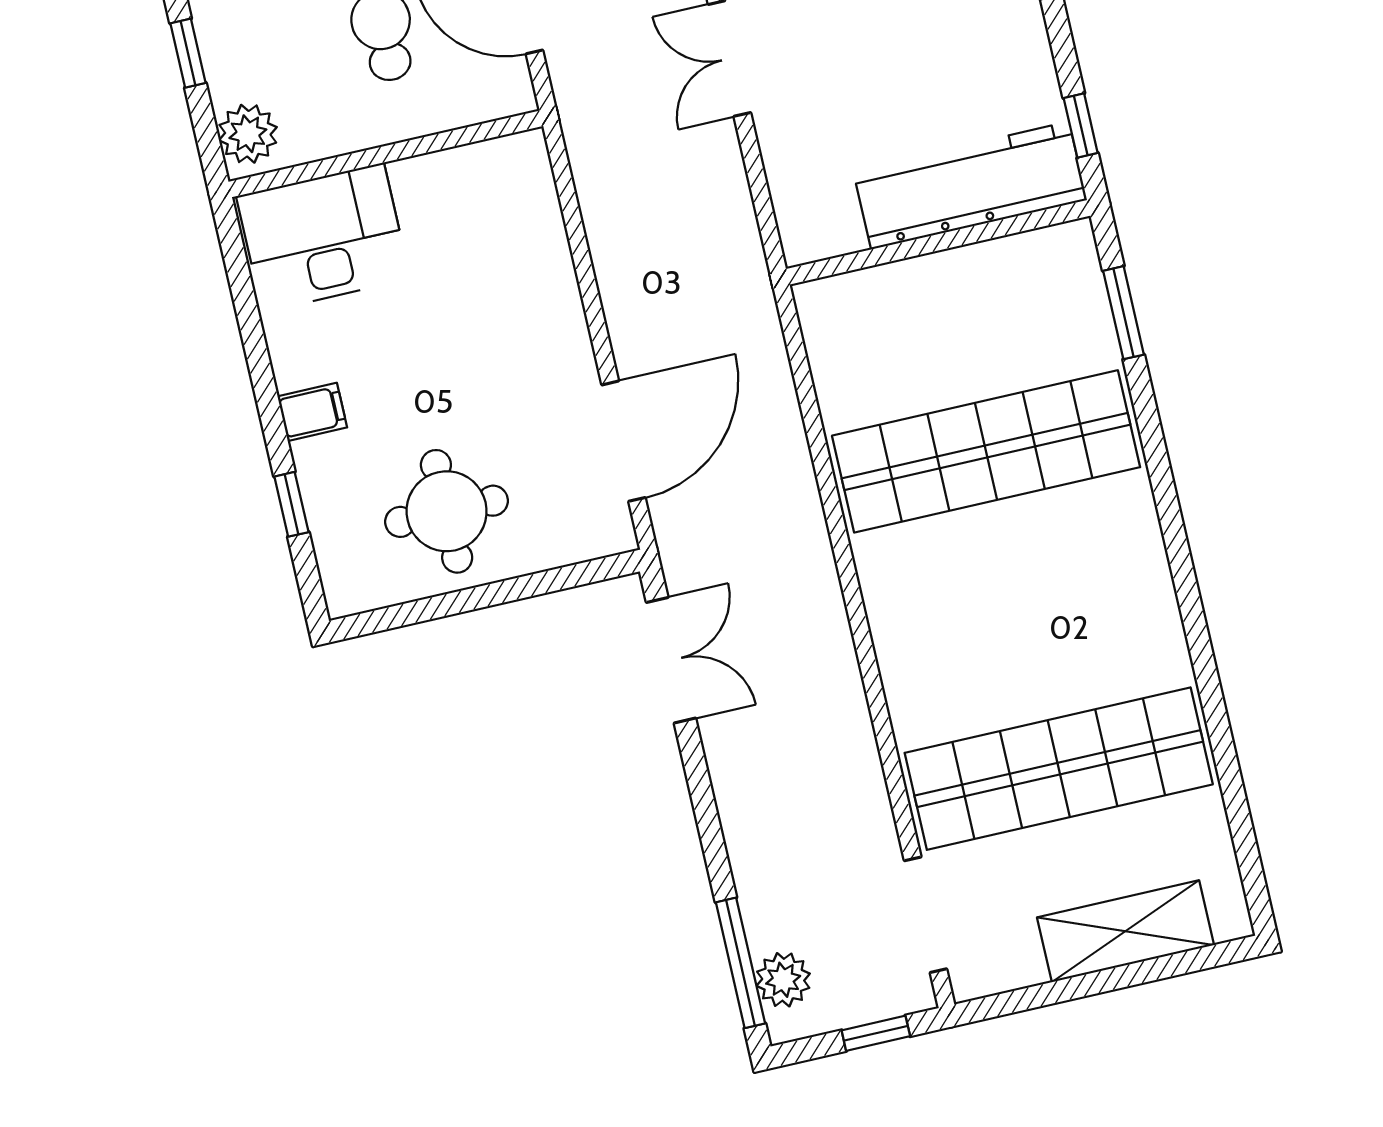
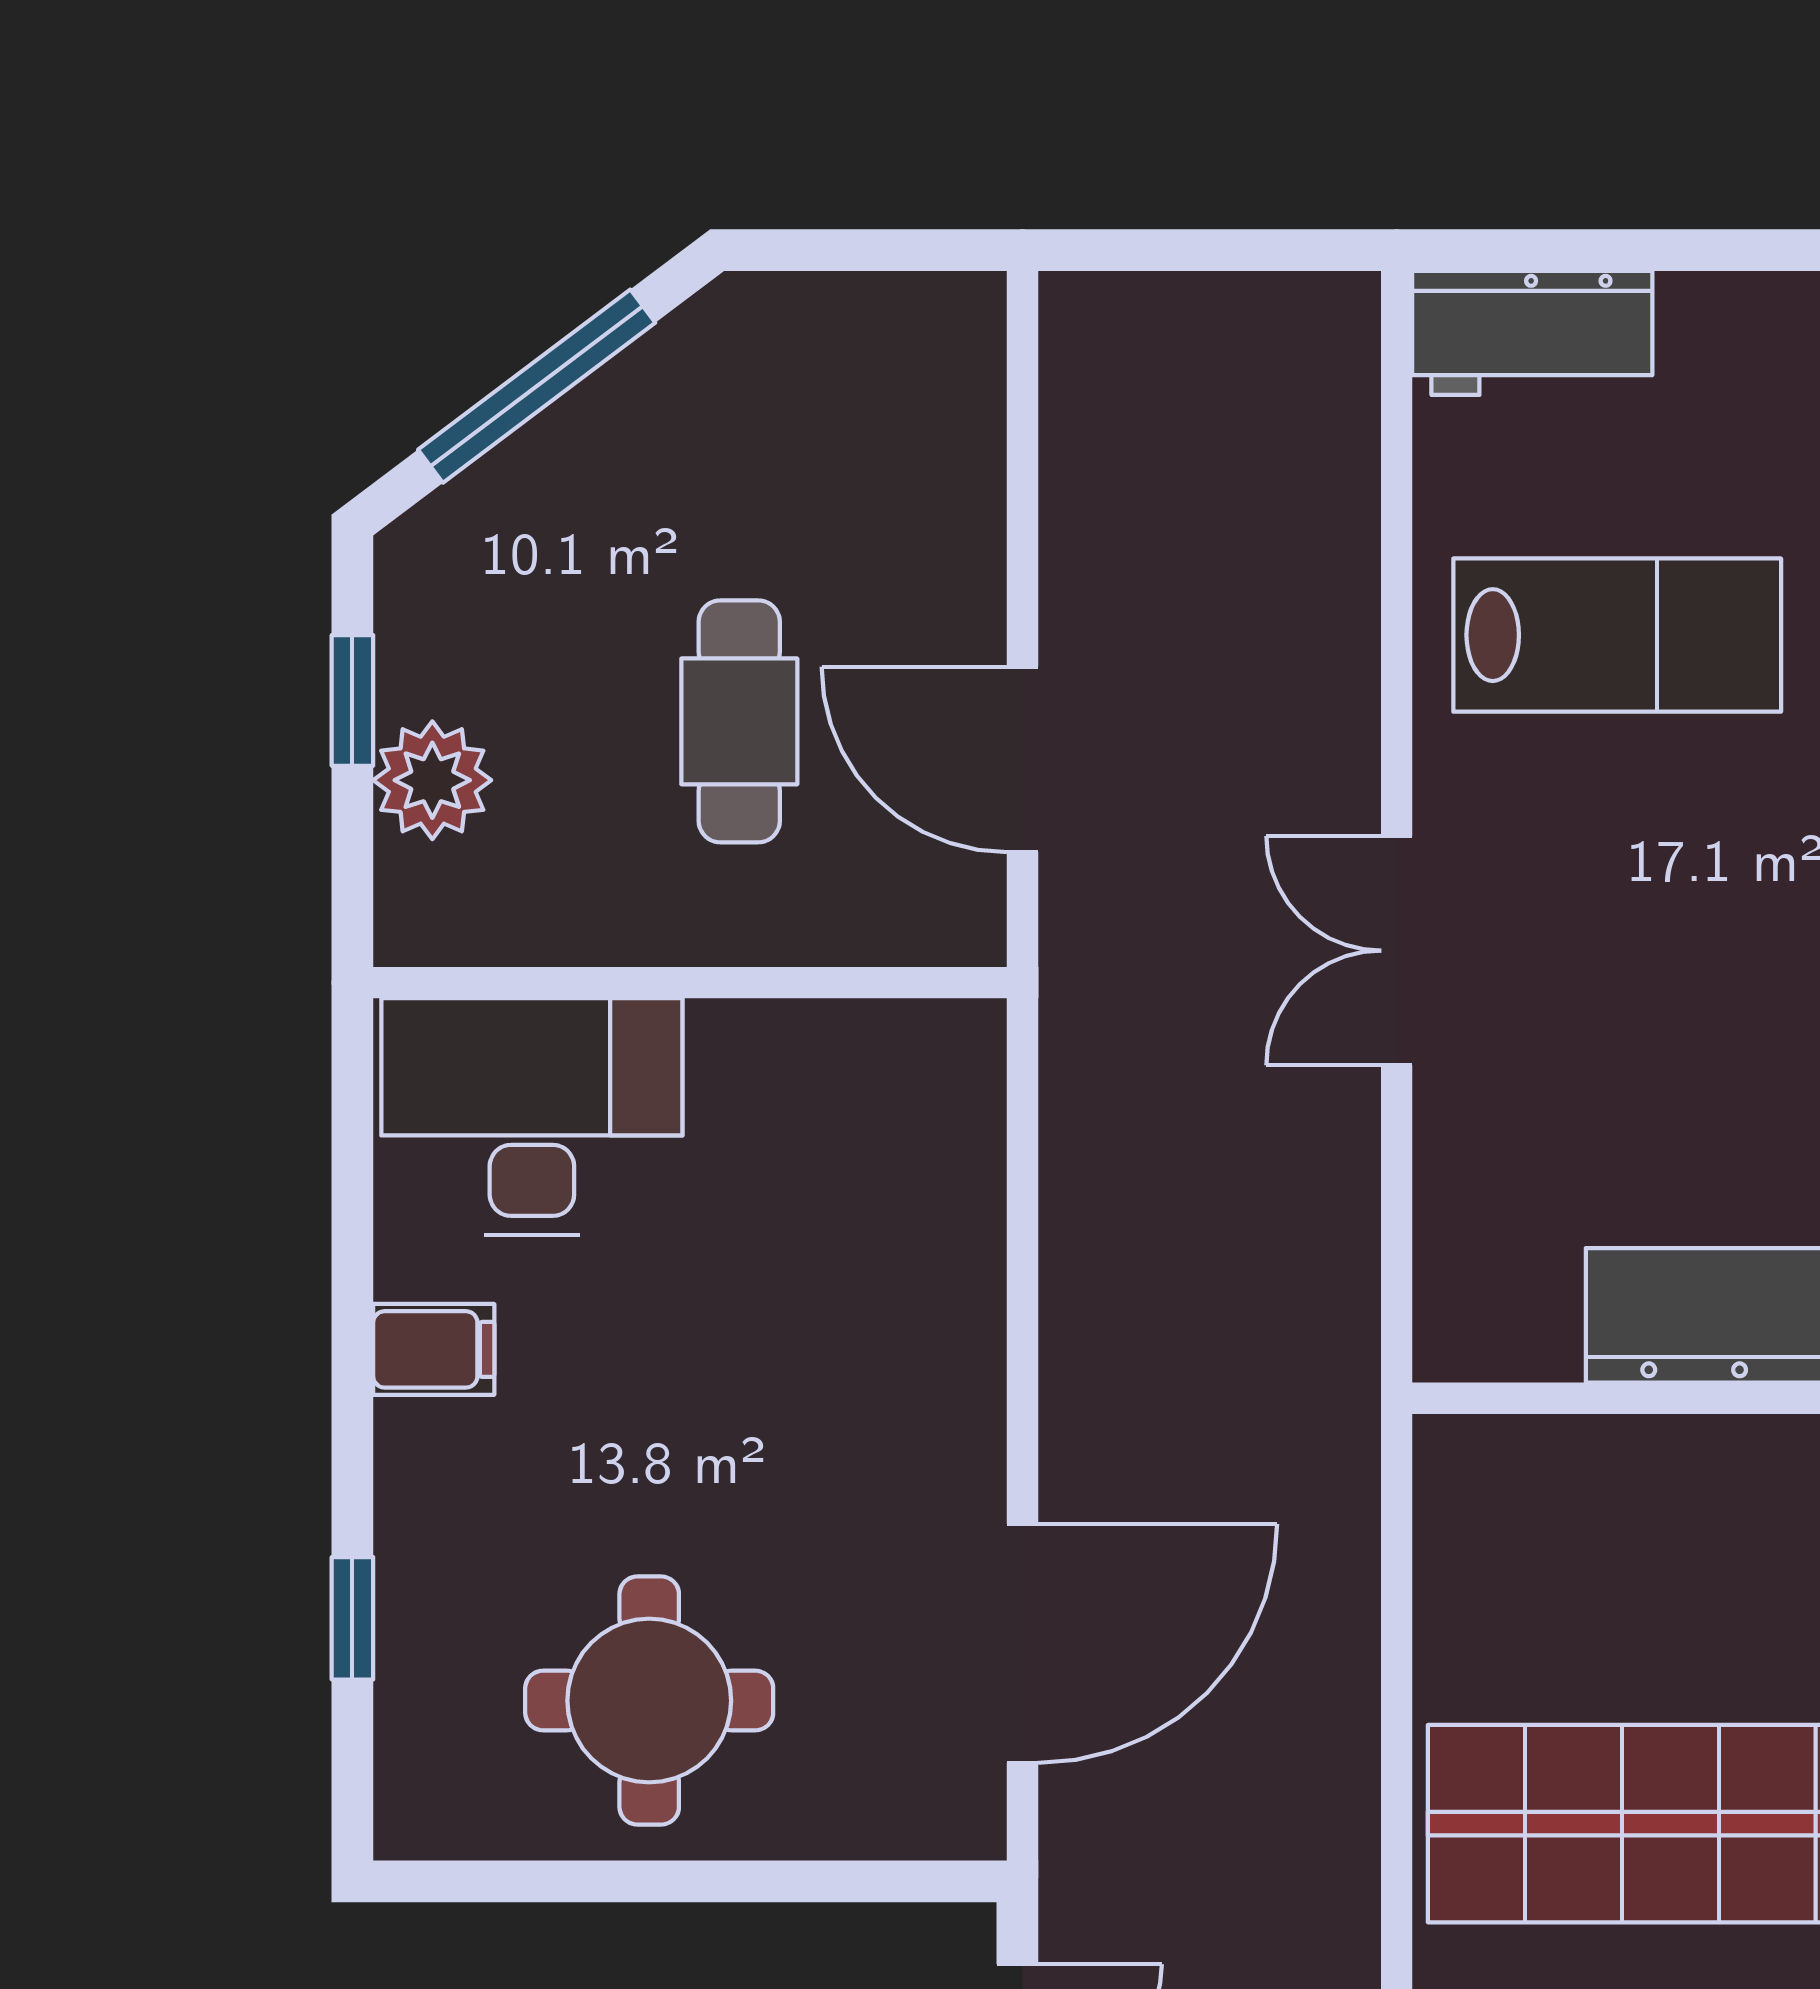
plant: (248, 134) -> (432, 780), moved
filing cabinet: (312, 412) -> (434, 1349), moved

